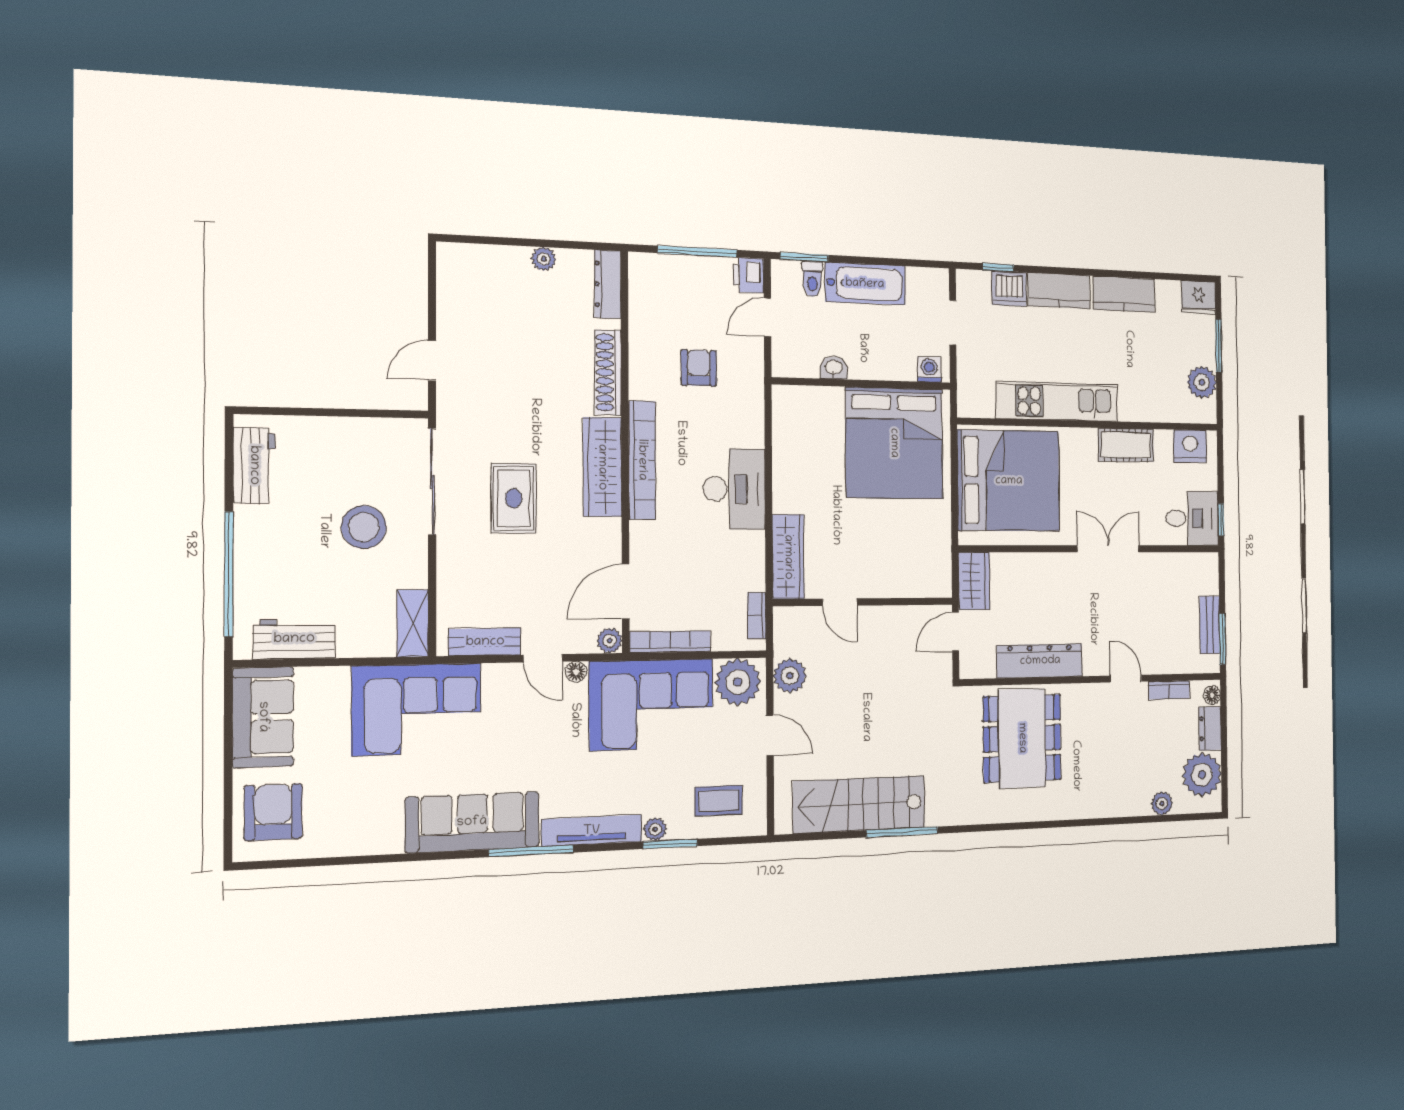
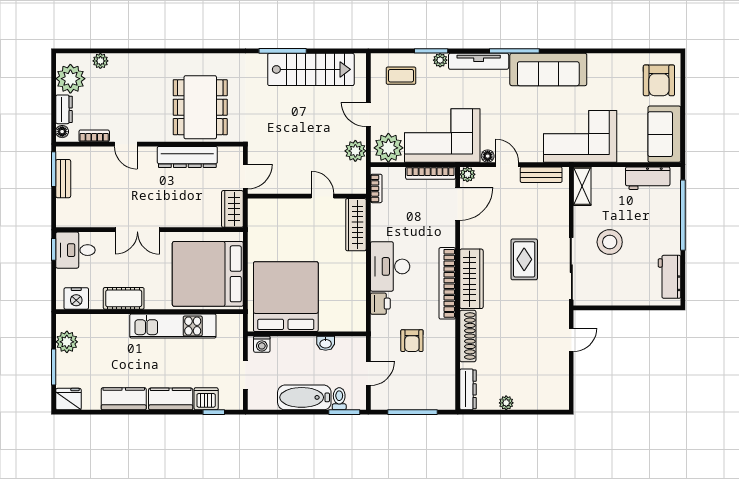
printer: (748, 275) -> (380, 304), moved

